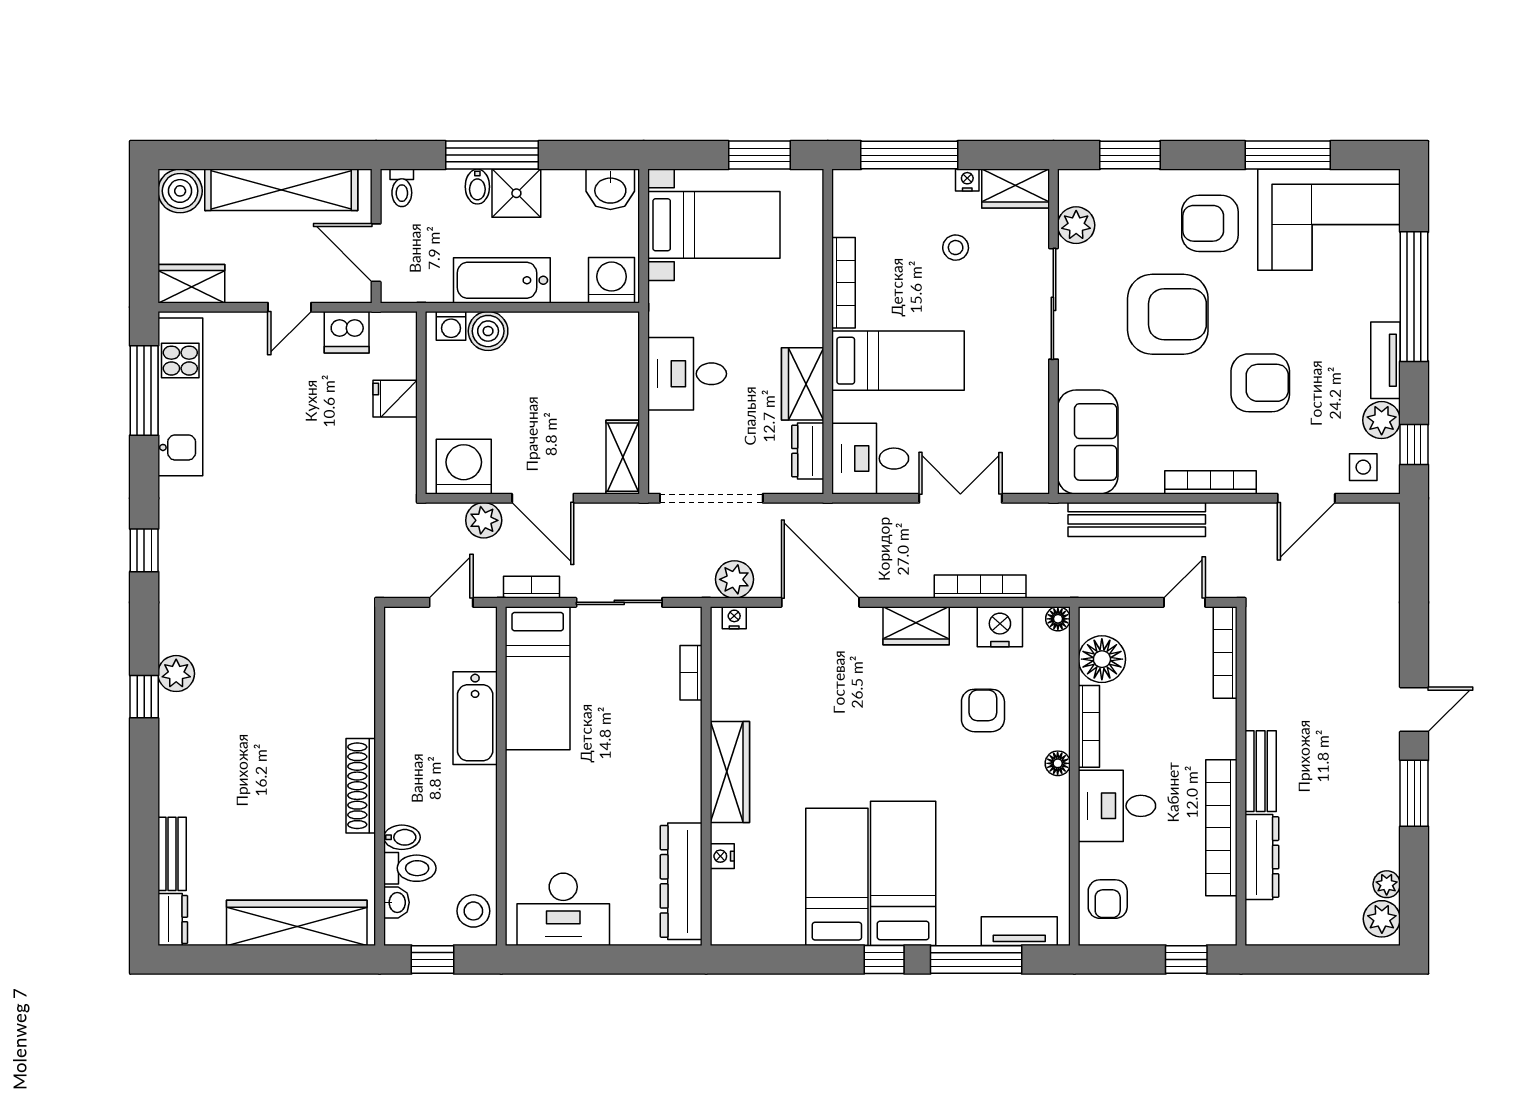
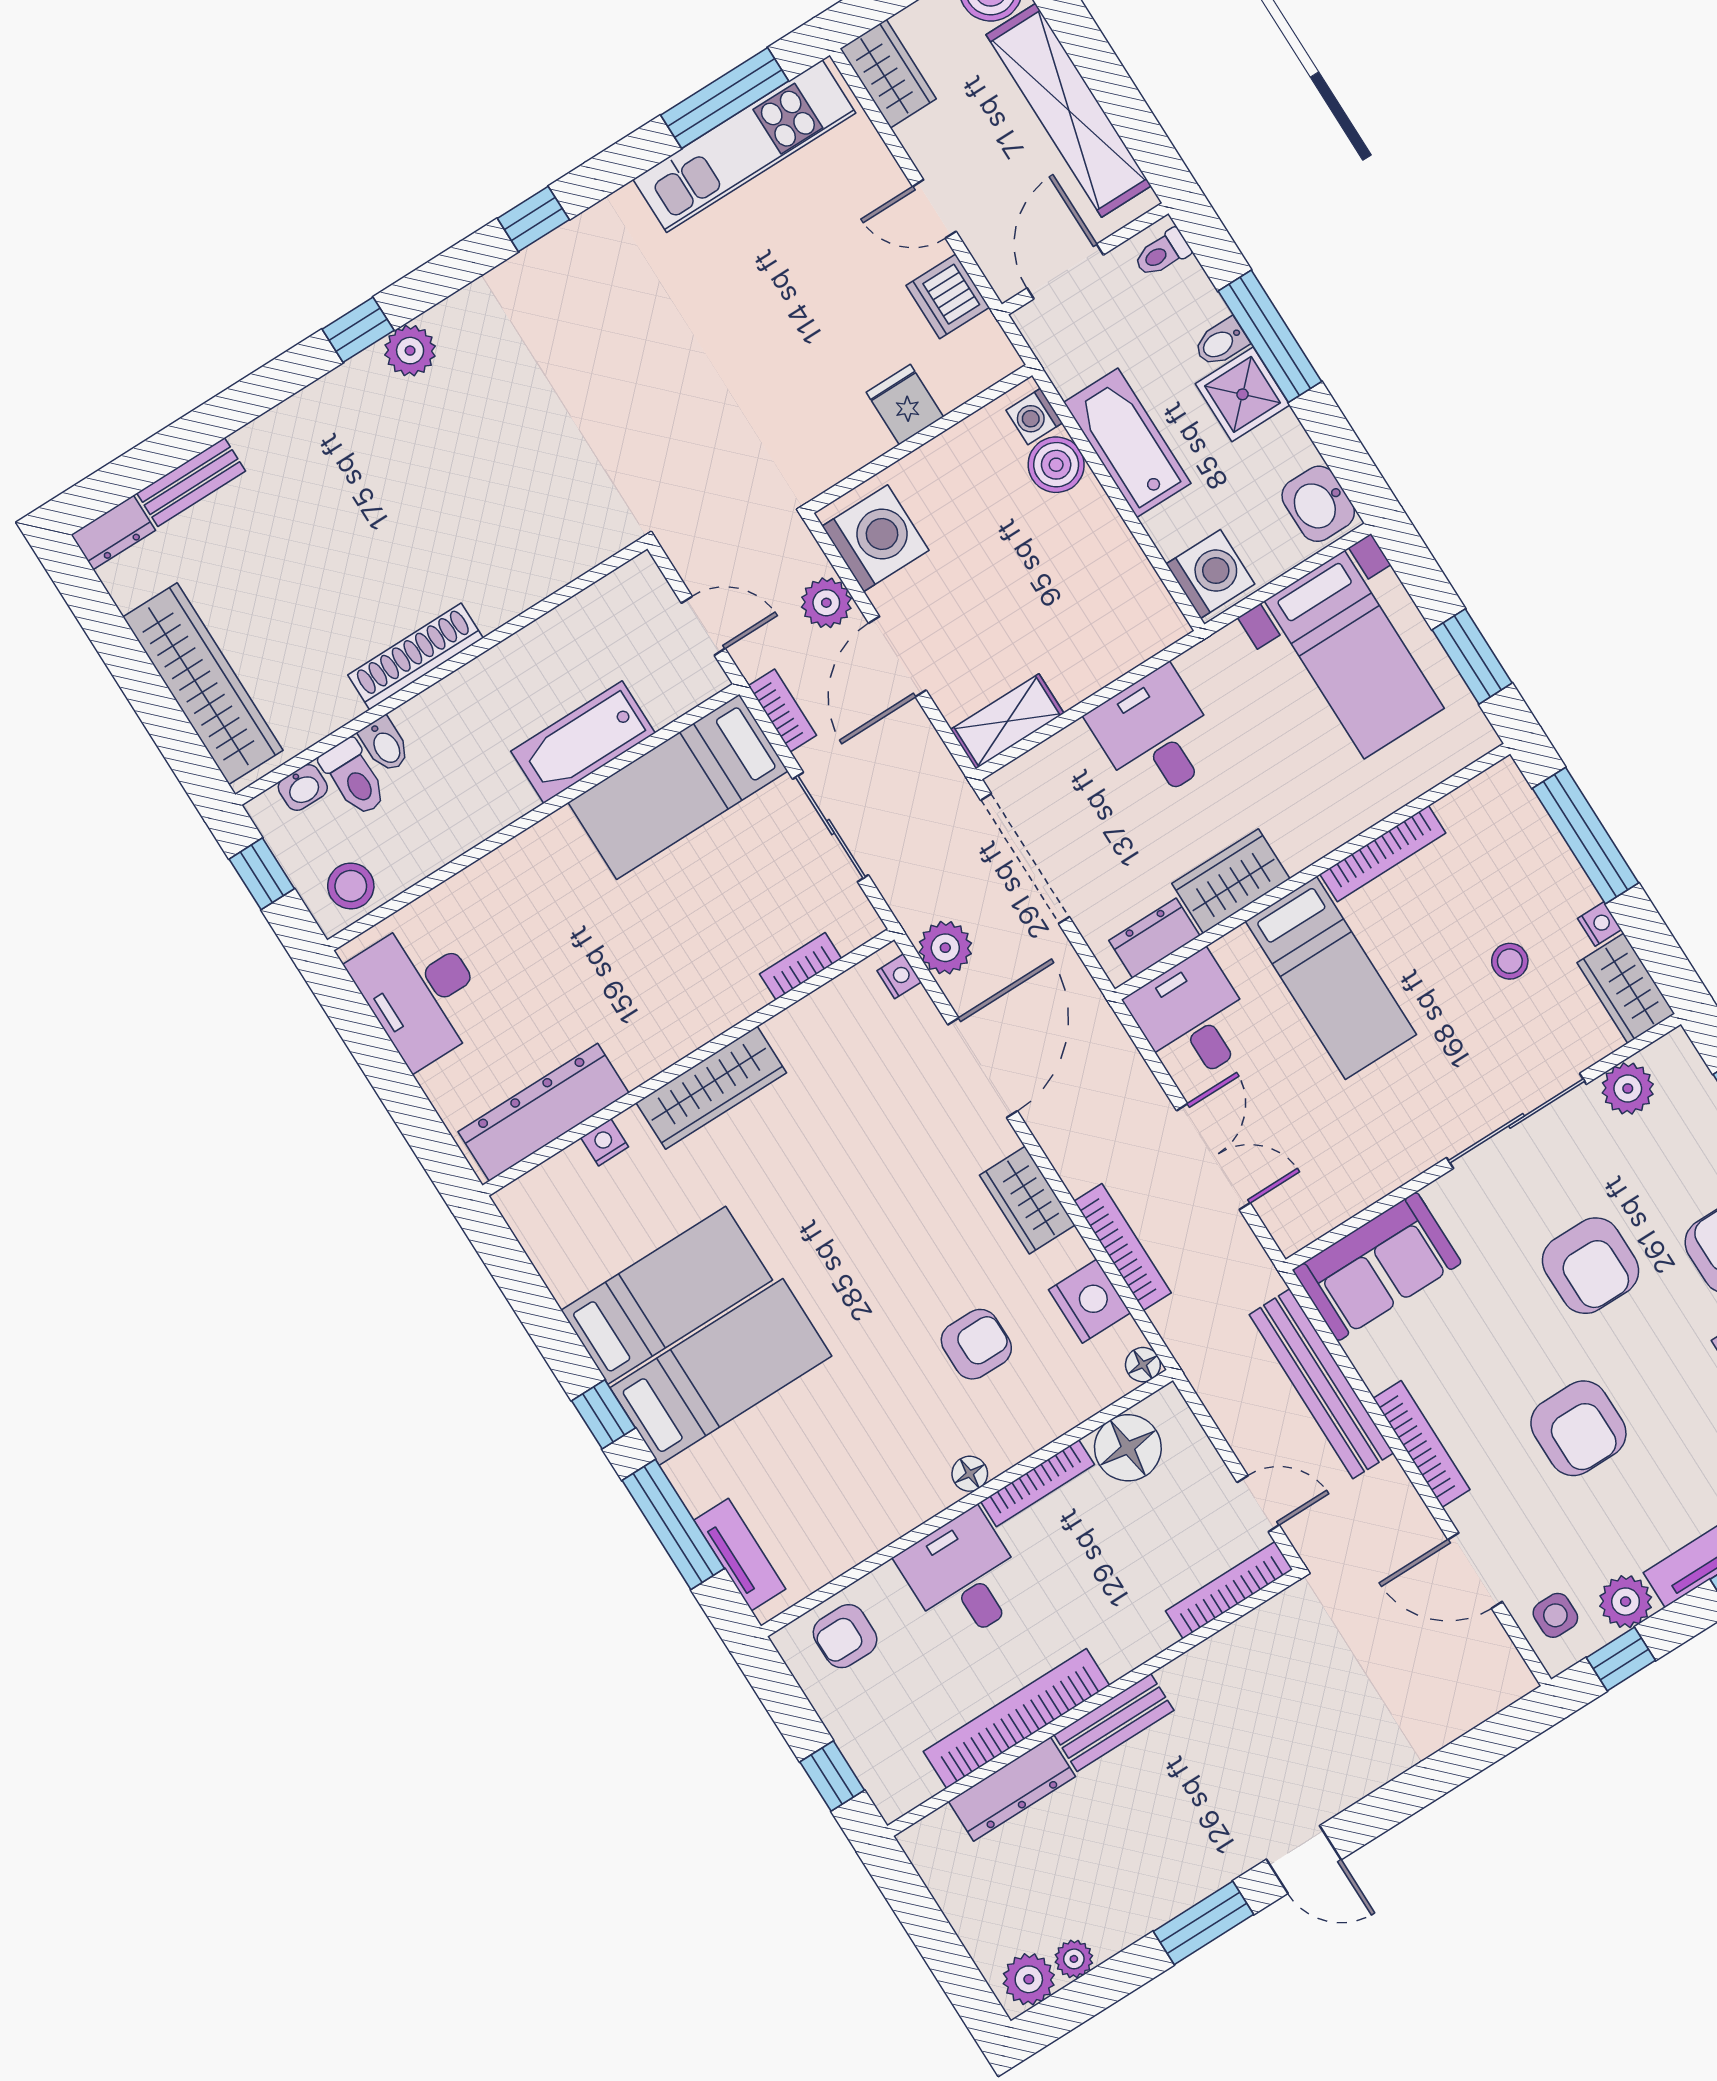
armchair: (1168, 314) -> (1591, 1266), width x0.73, depth x0.73

